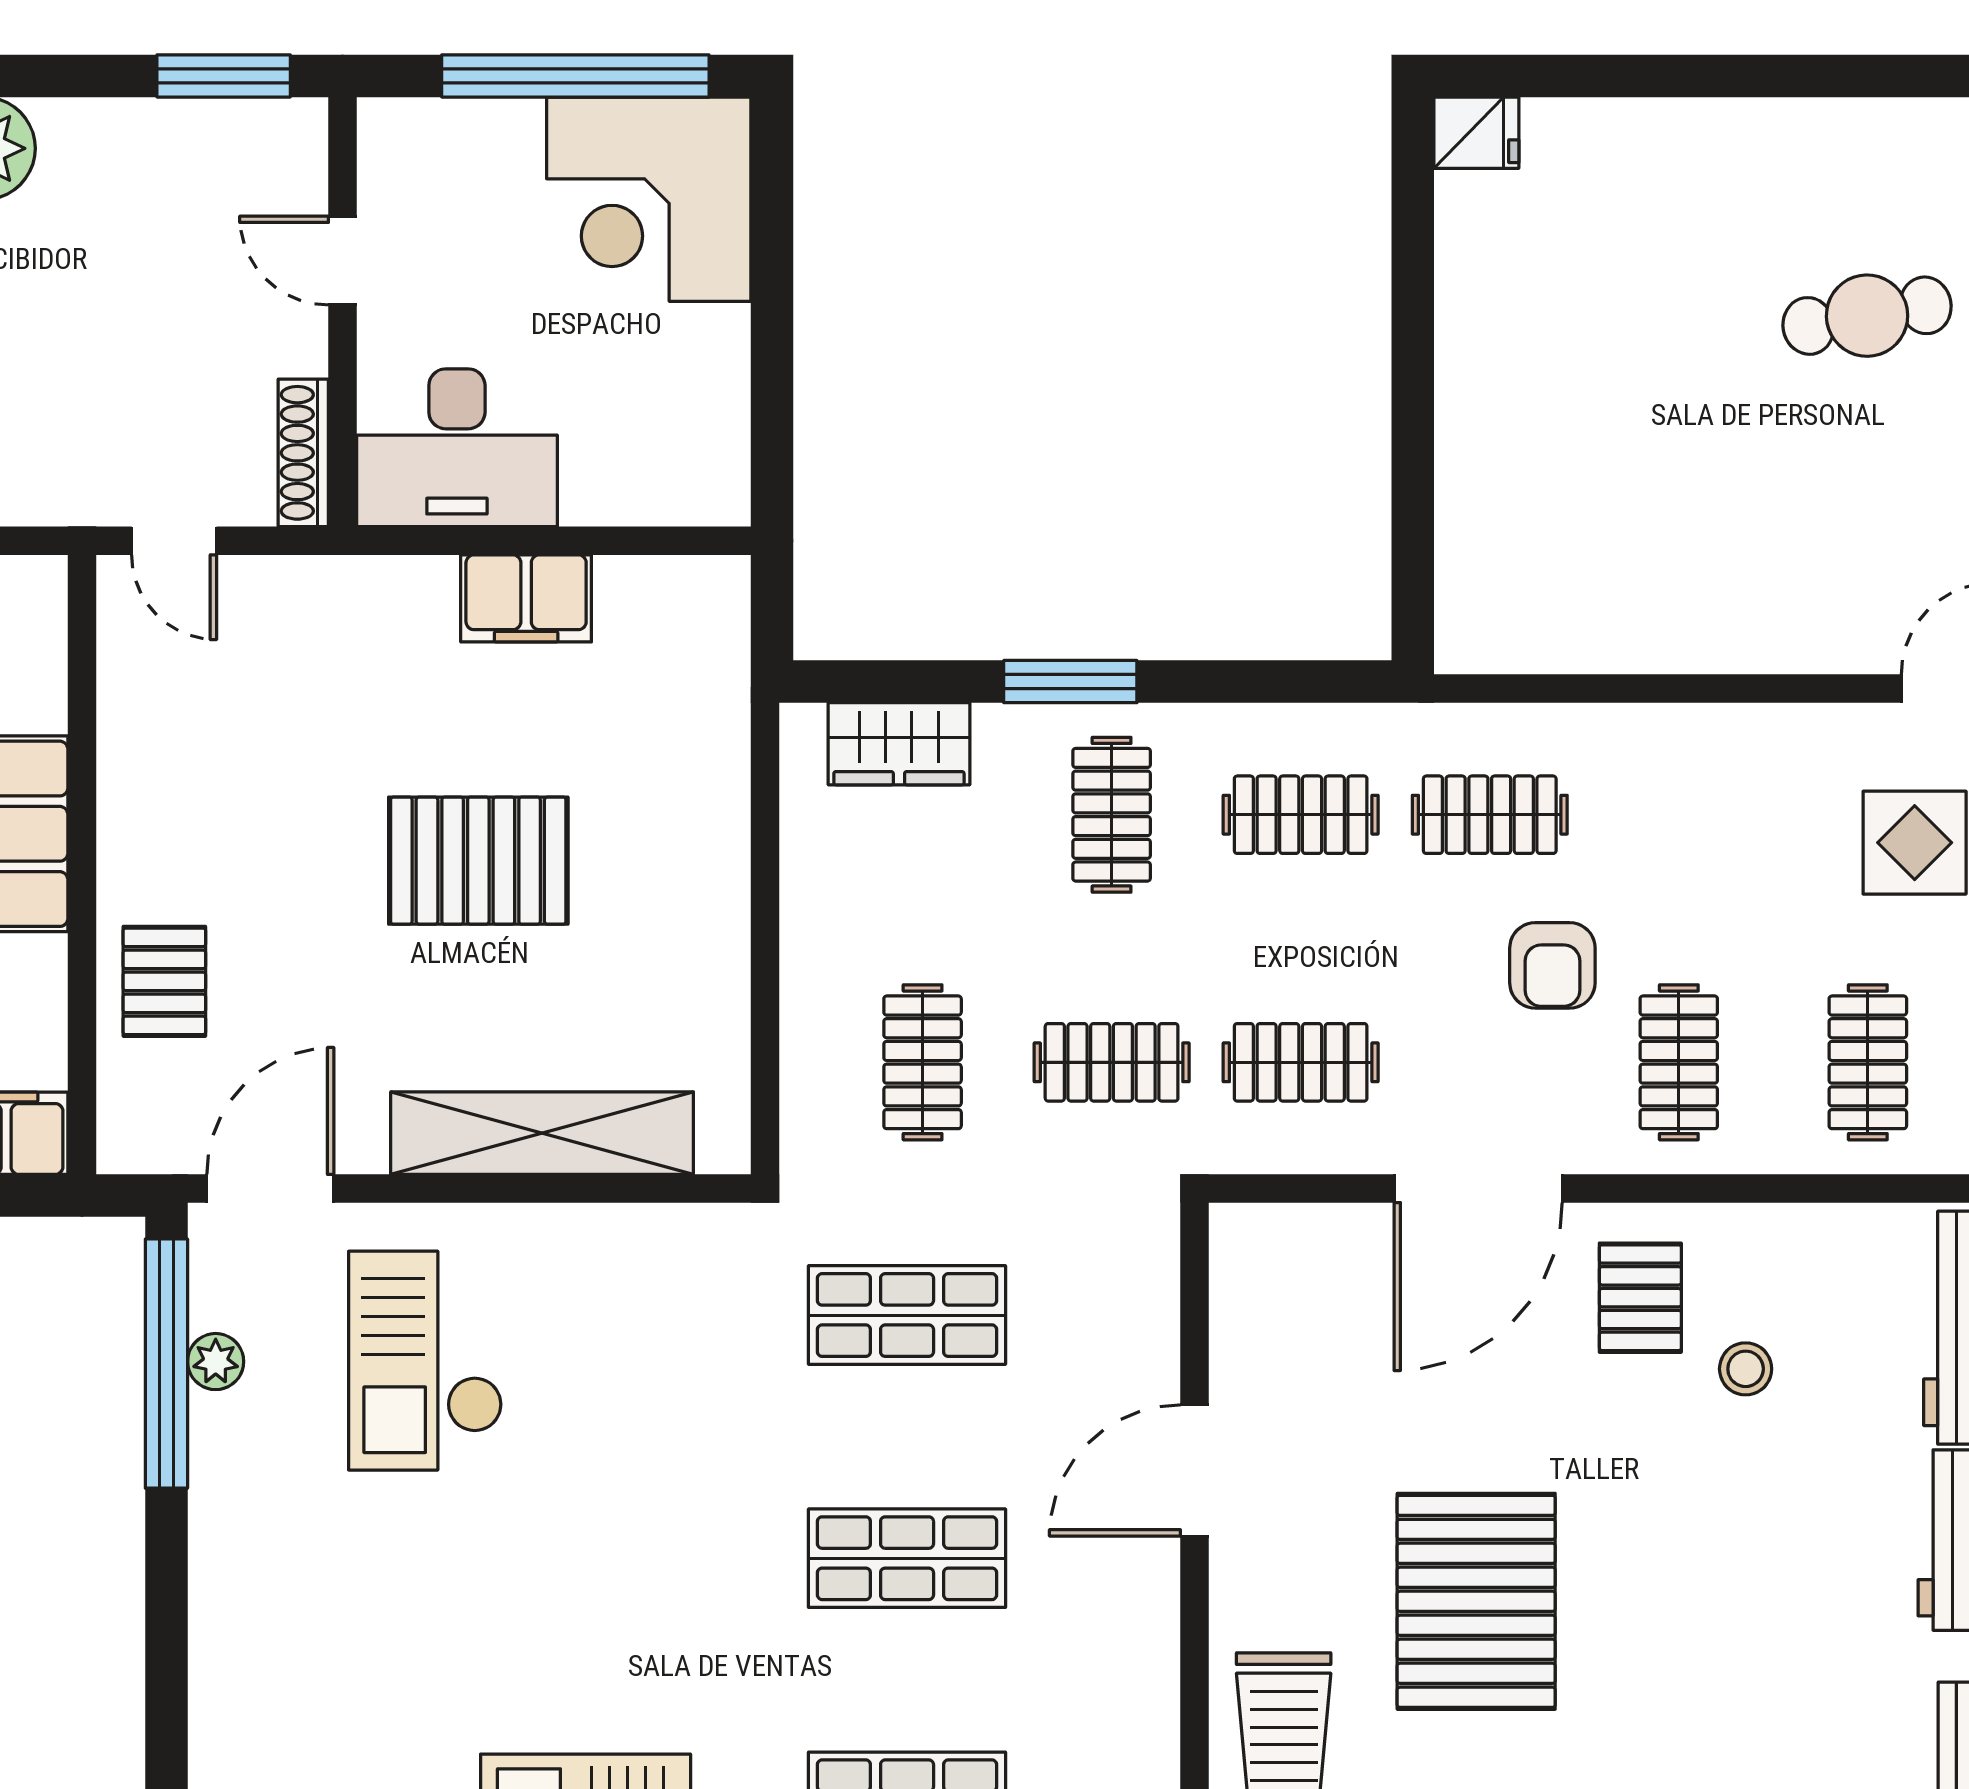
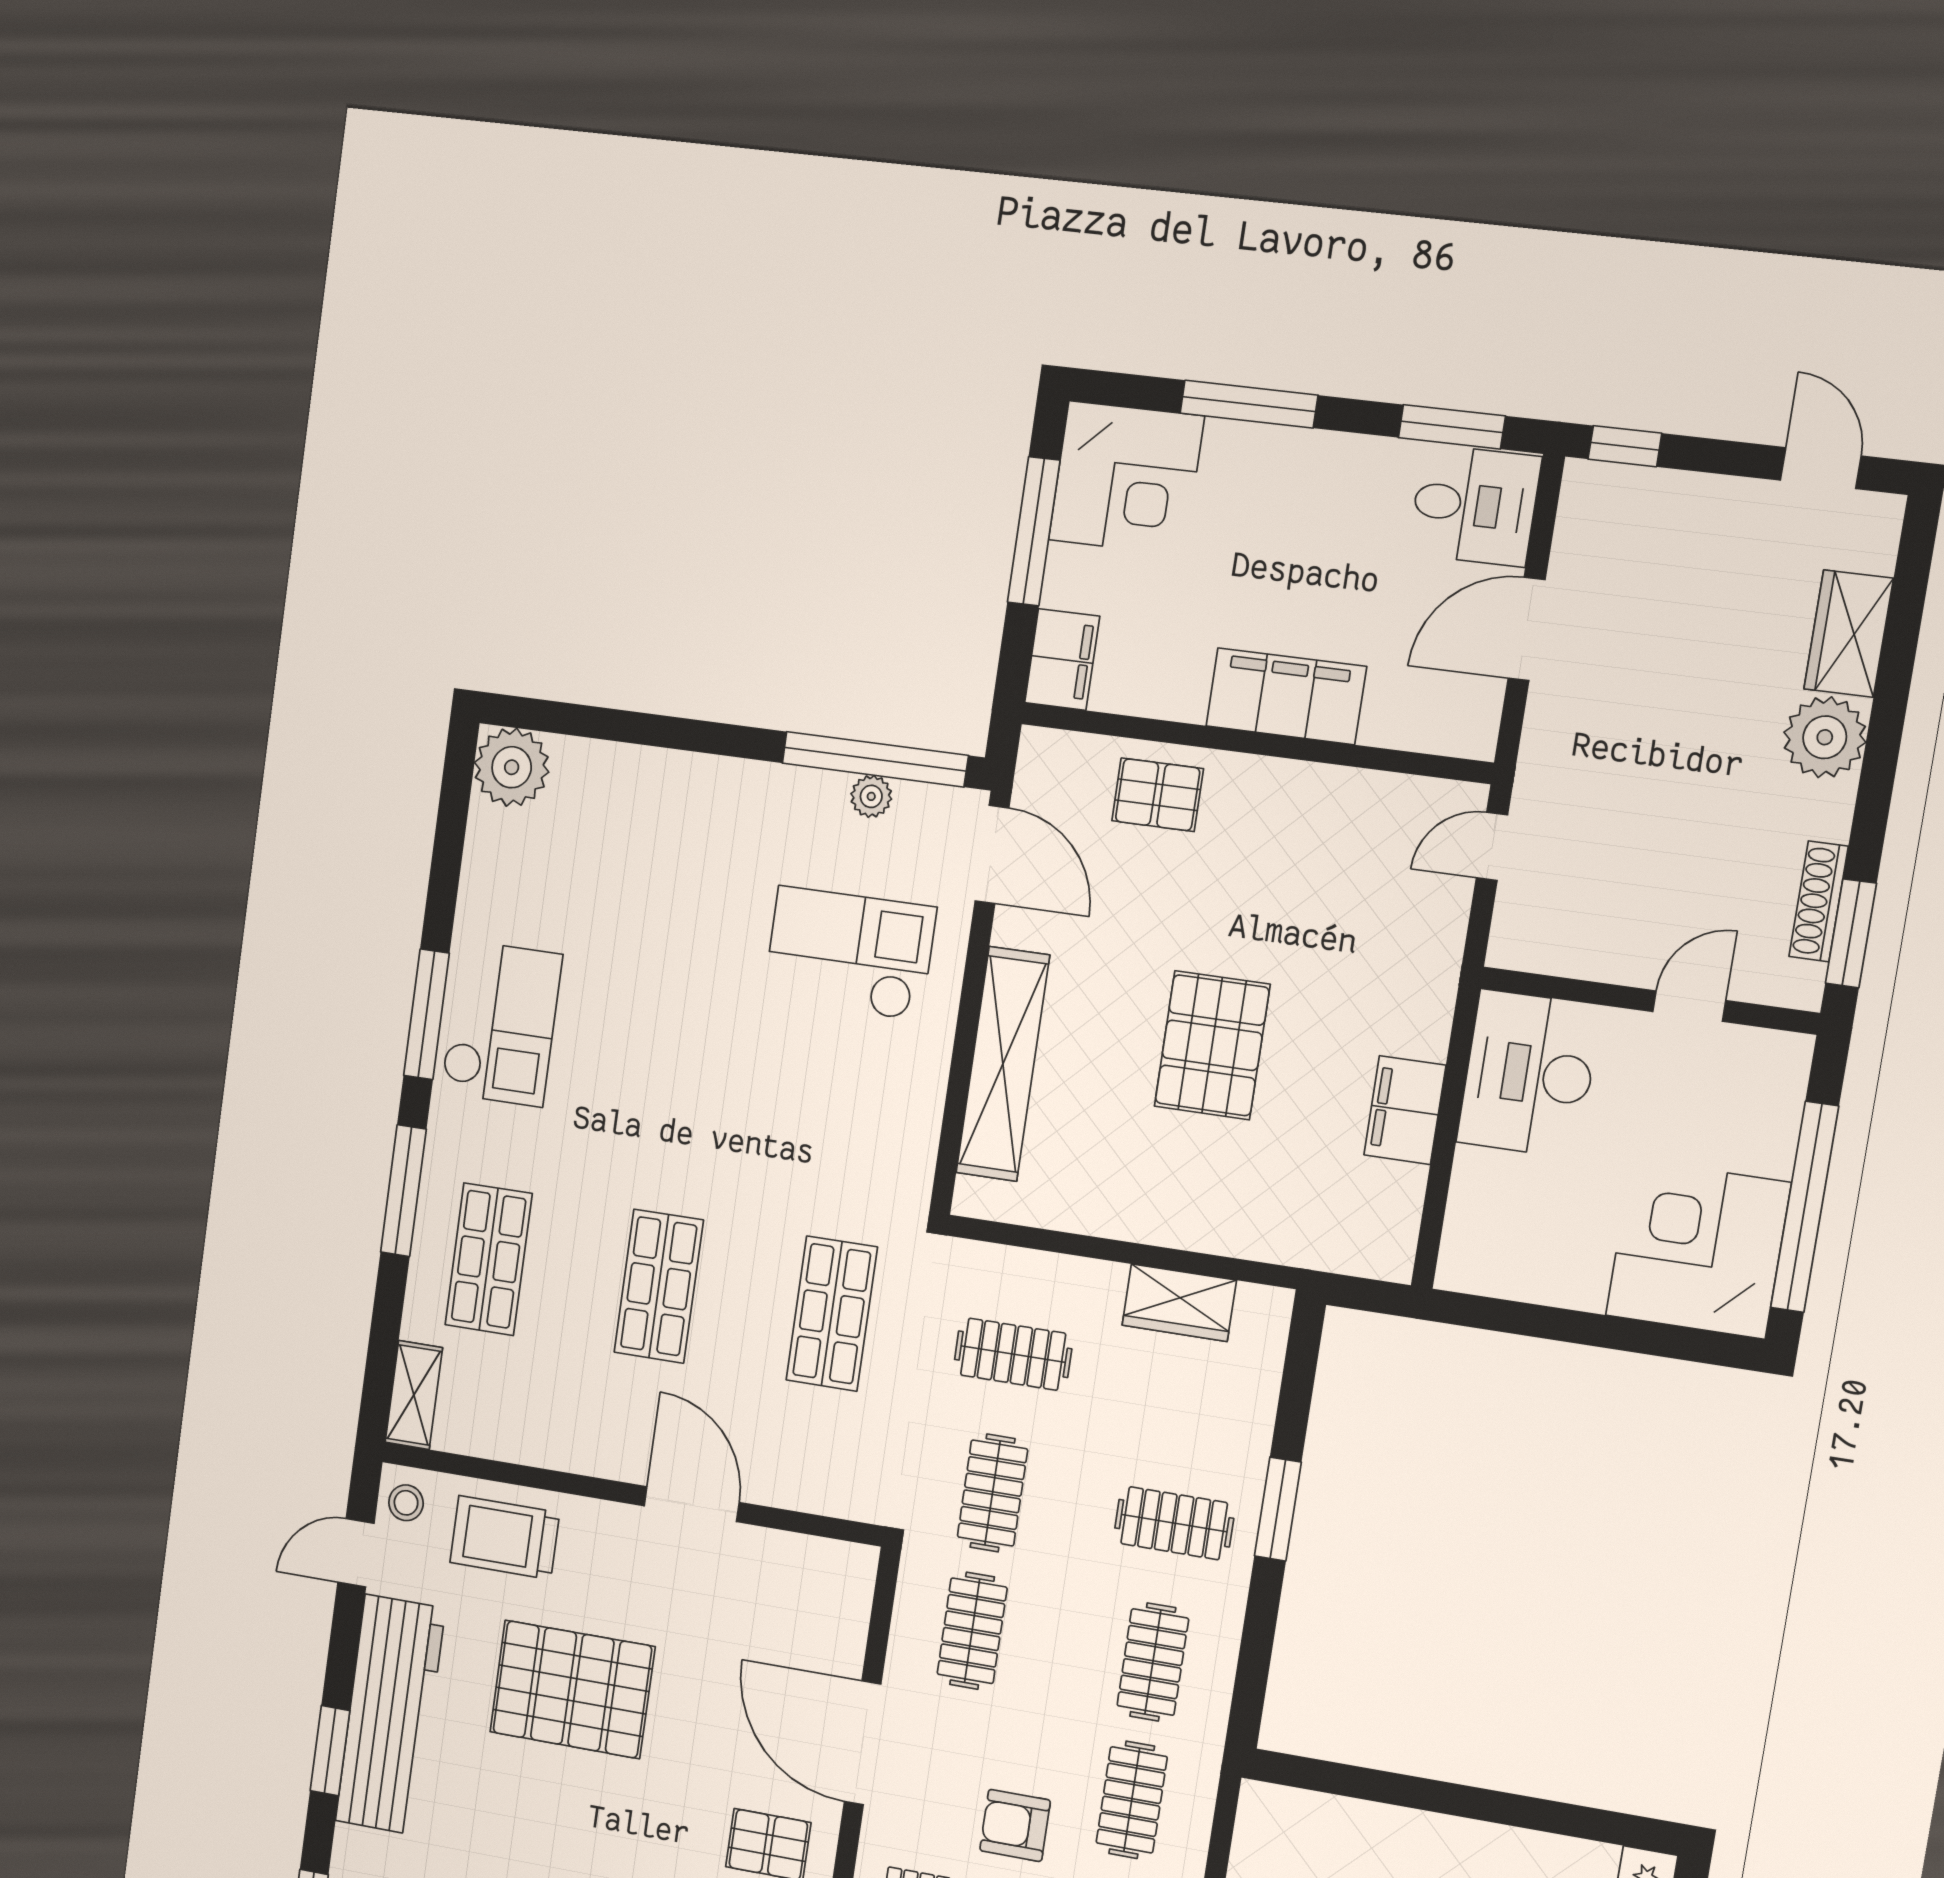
shoe rack: (303, 453) -> (1819, 901), moved, turned -90
wardrobe: (899, 744) -> (1179, 1303), moved, turned -90

